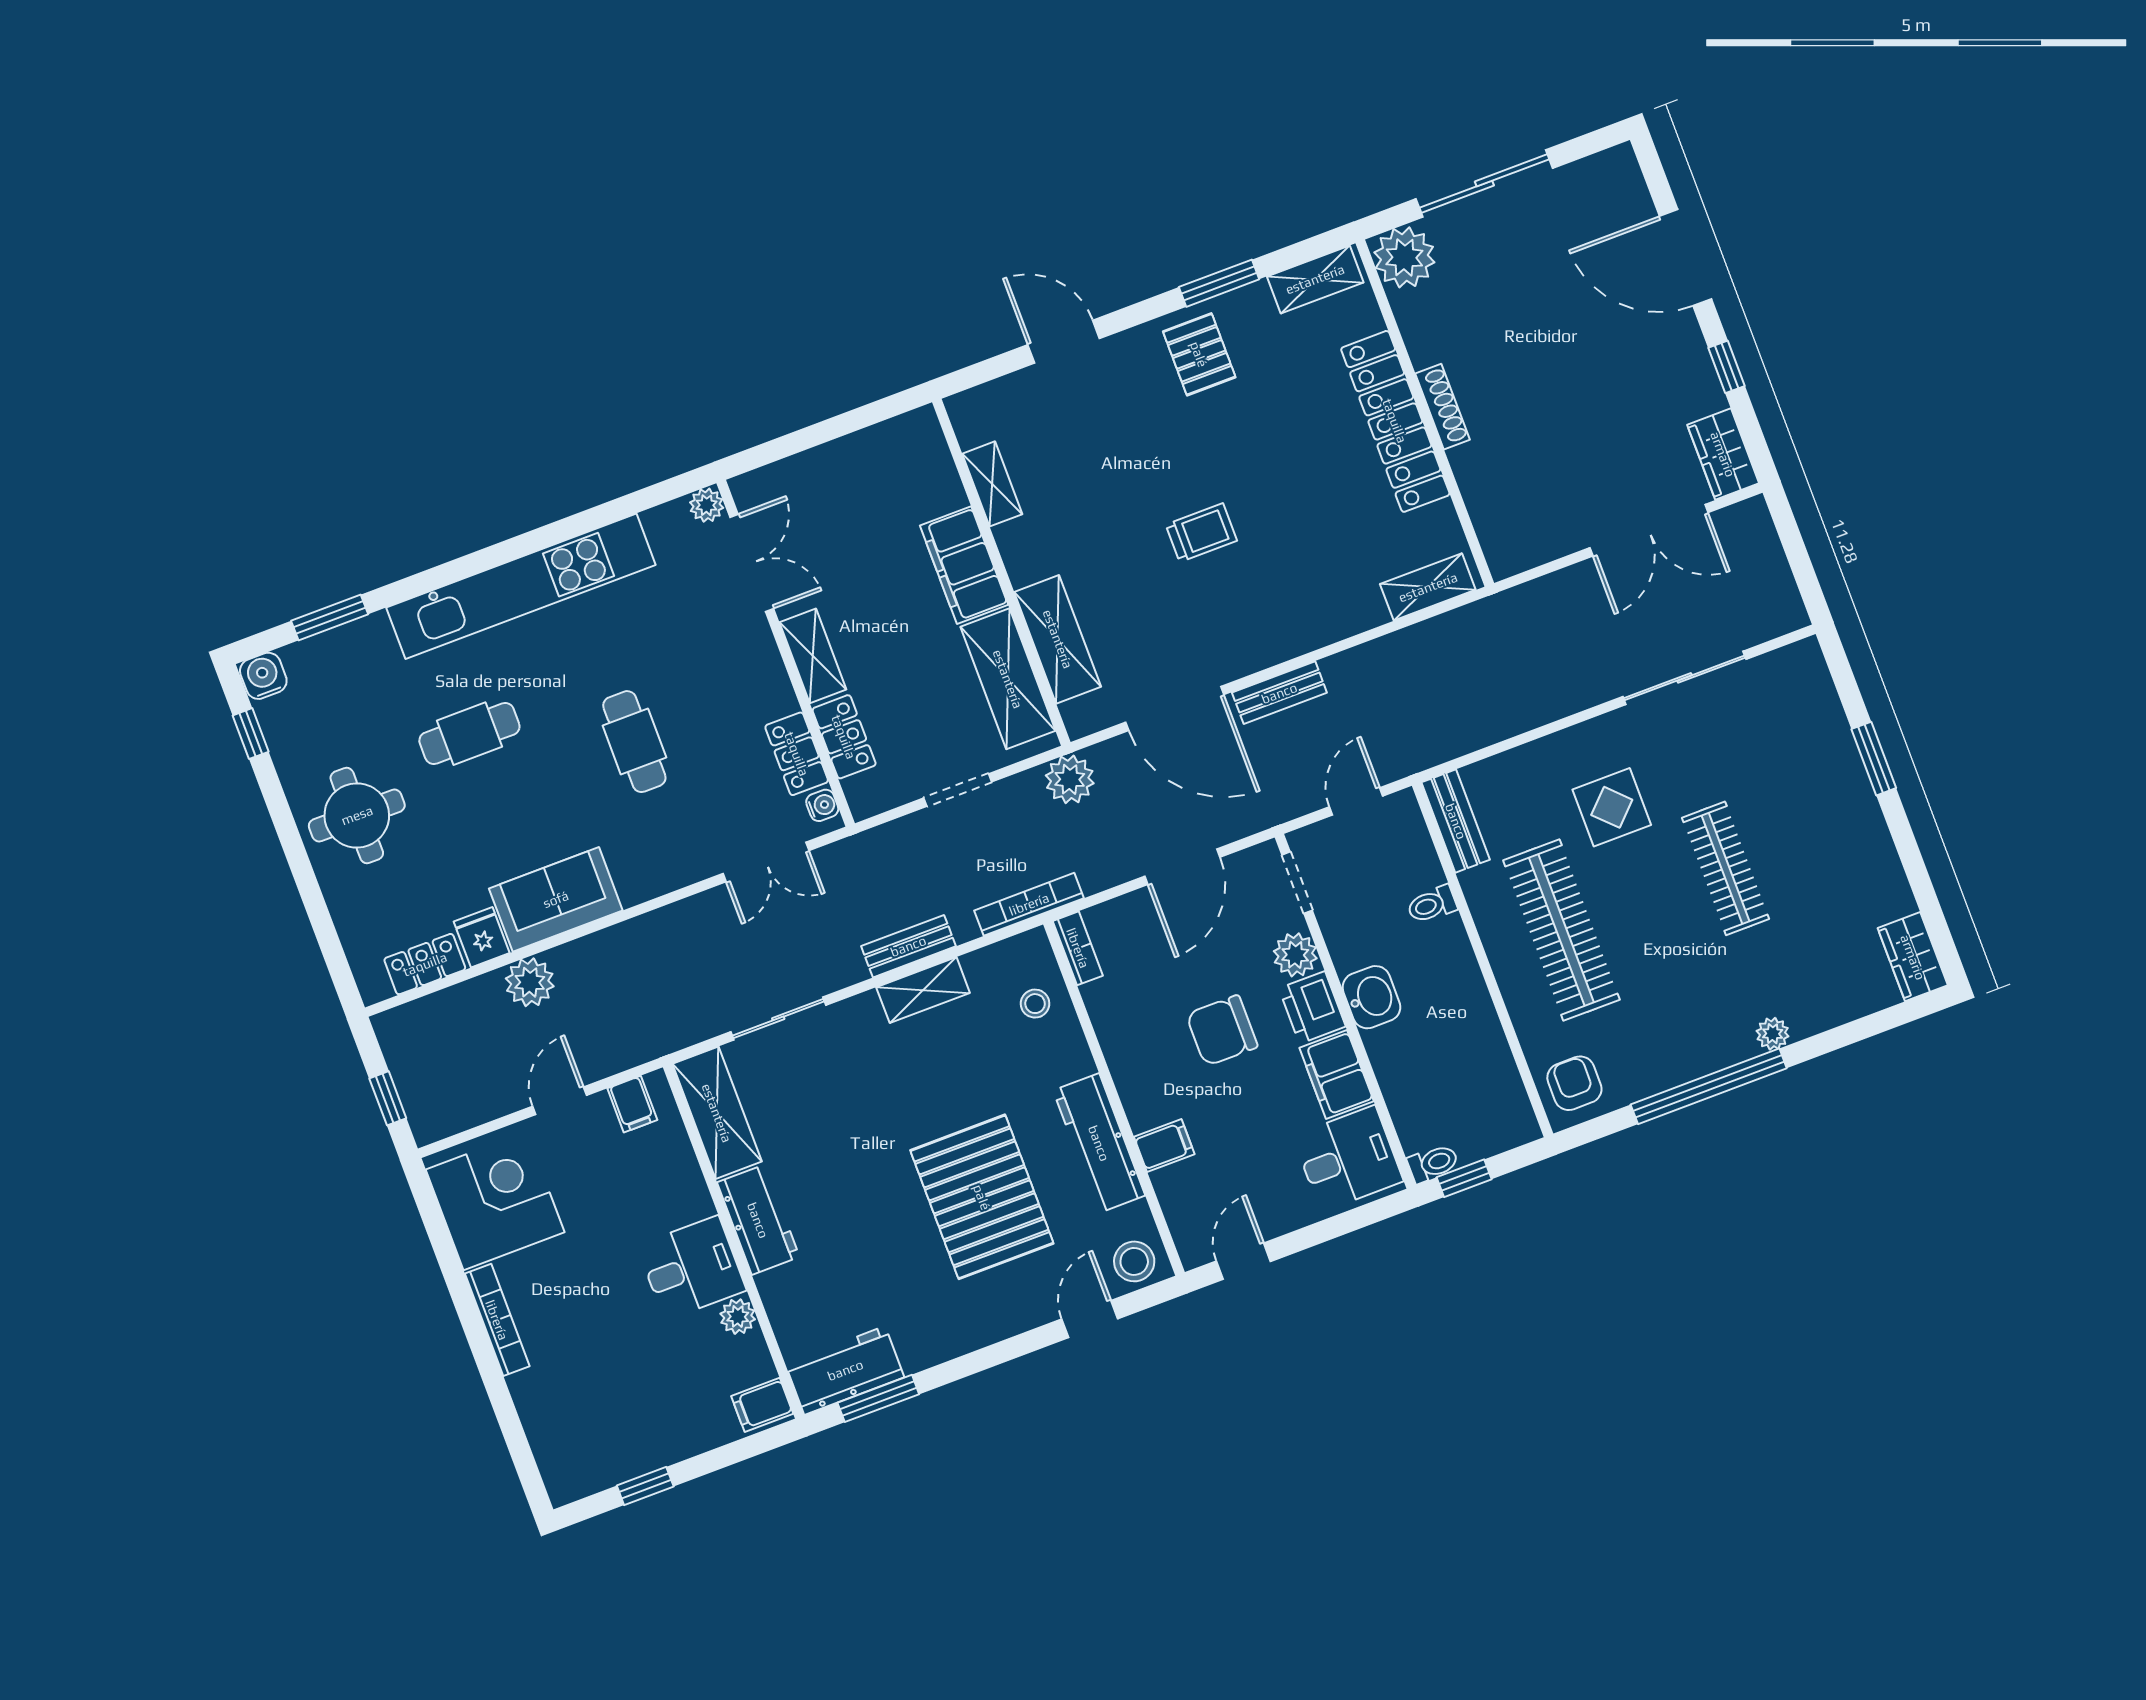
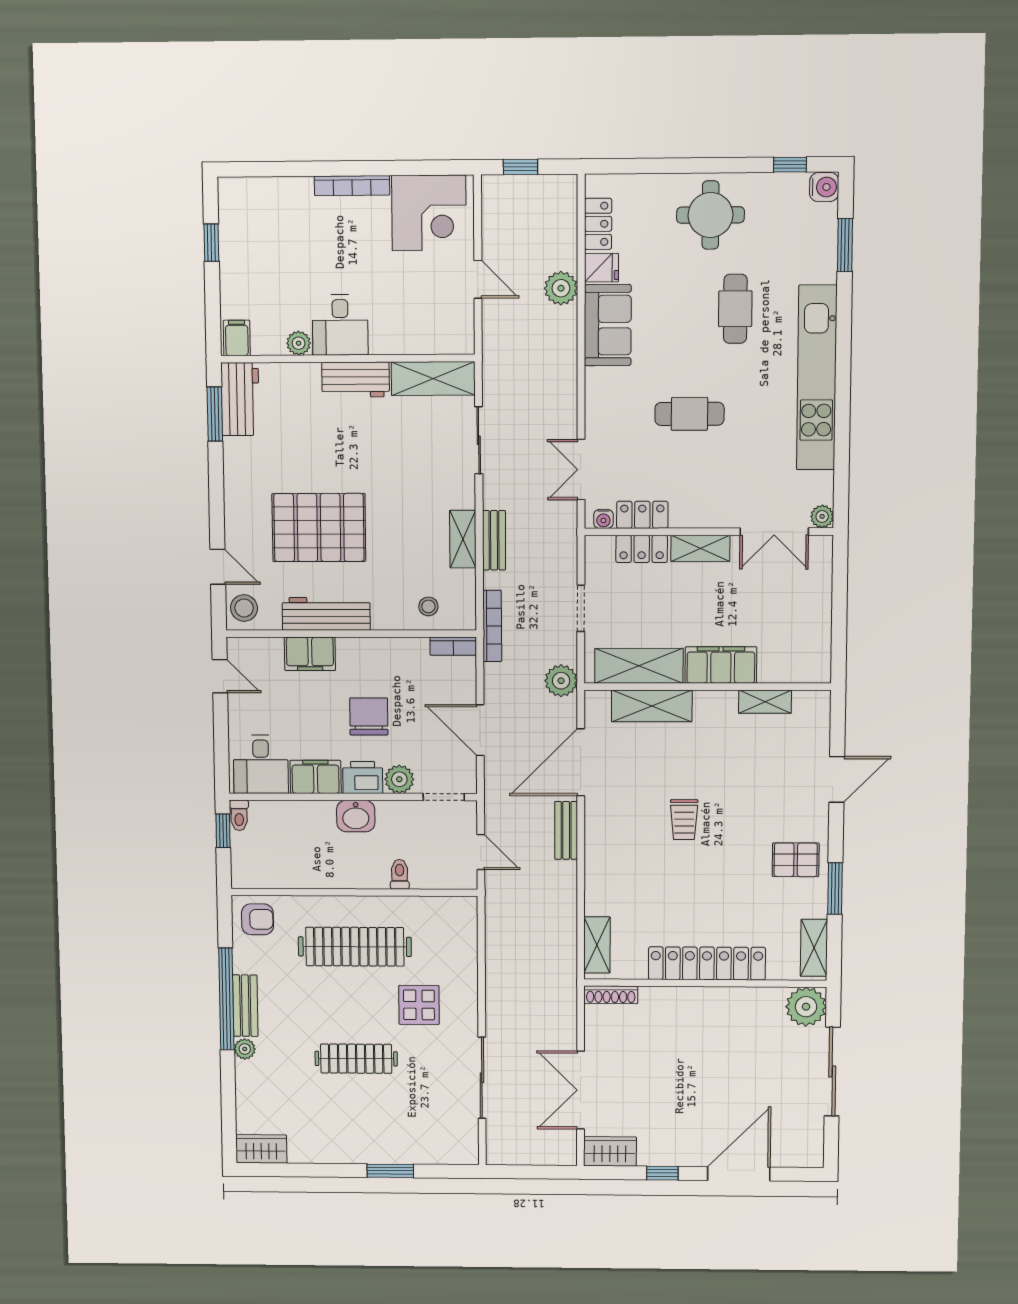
shoe rack: (1443, 407) -> (611, 995), moved
bench: (1456, 821) -> (245, 1006), moved, turned 90
filing cabinet: (632, 1104) -> (459, 326), removed
filing cabinet: (1164, 1146) -> (310, 654), width x2.00

